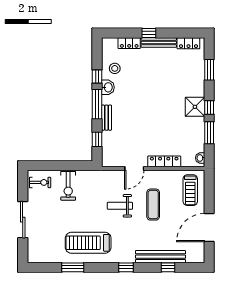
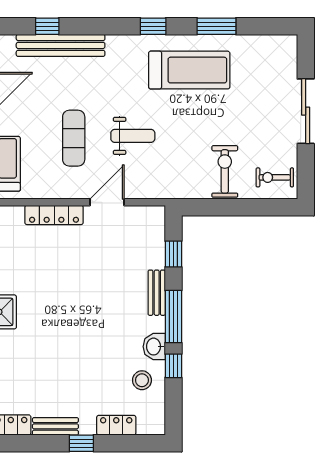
bench: (159, 42) -> (55, 426), width x0.73
window: (126, 267) -> (153, 26), moved

